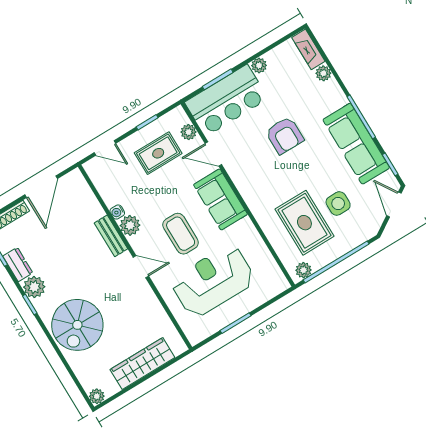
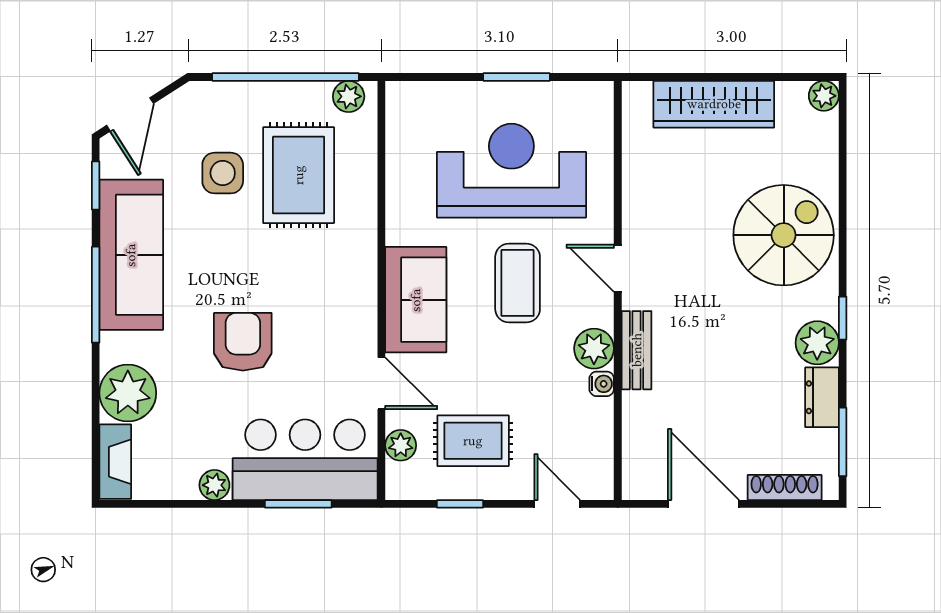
plant: (323, 73) -> (128, 393), width x1.88, depth x1.88
door: (41, 187) -> (704, 504), hinge flipped
reception desk: (213, 281) -> (511, 171), turned 180

